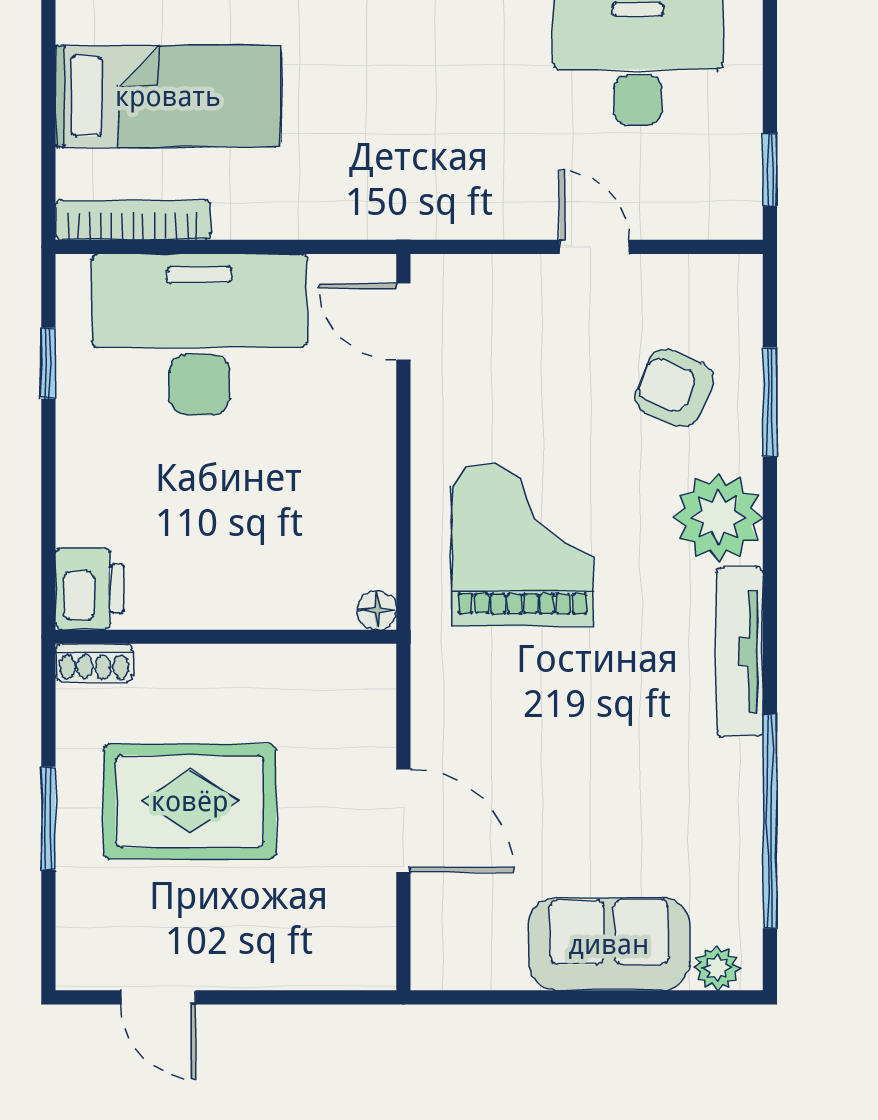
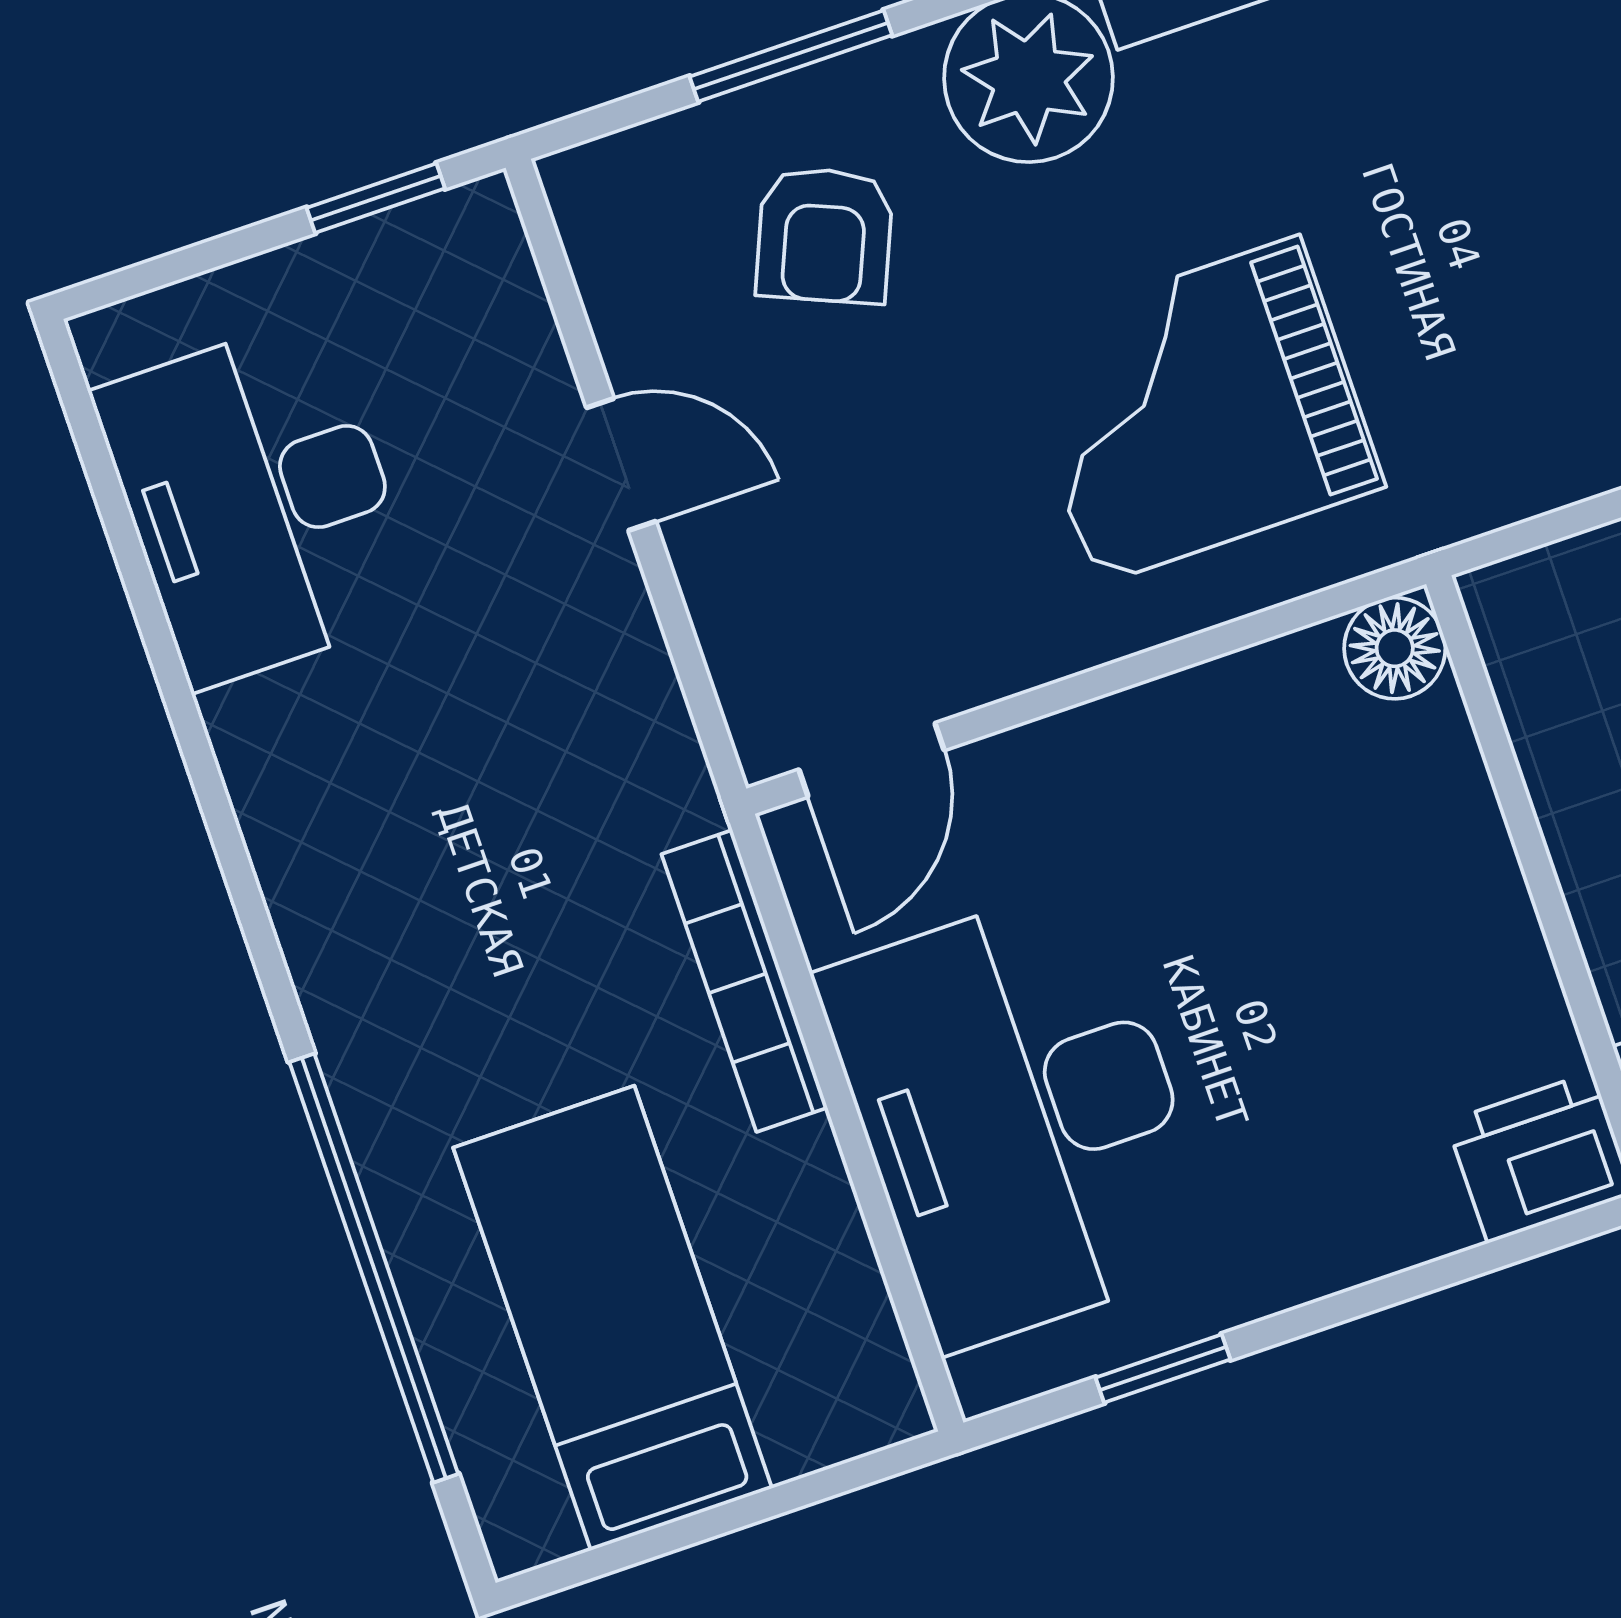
bookcase: (133, 220) -> (744, 981), moved
door: (594, 247) -> (621, 464), swing flipped
floor lamp: (377, 610) -> (1395, 648), width x1.37, depth x1.37

